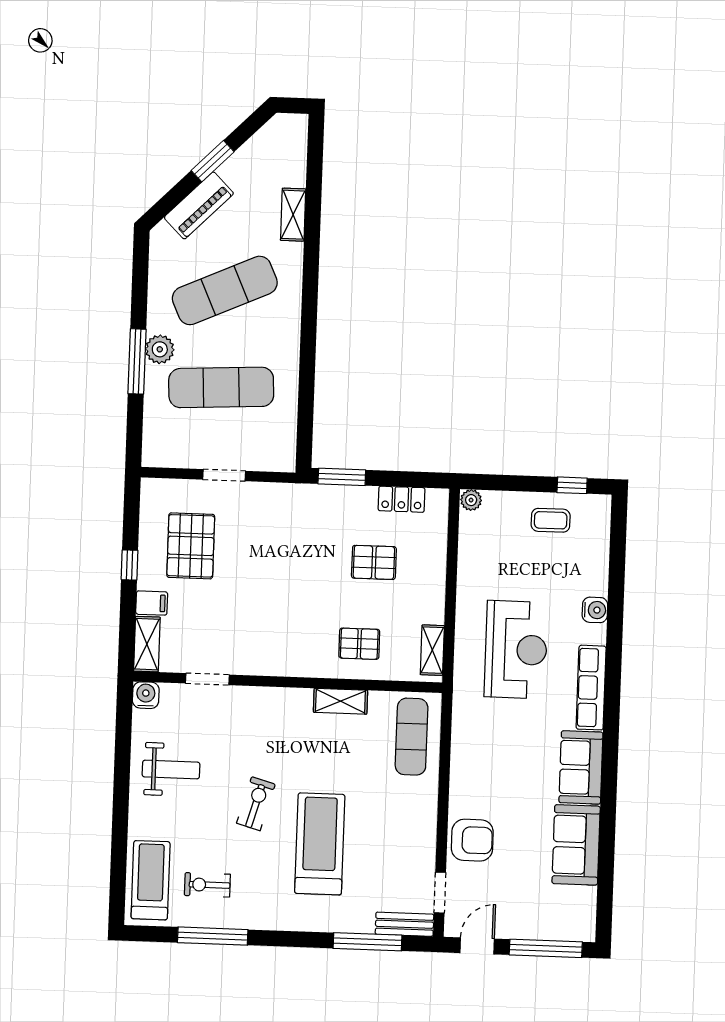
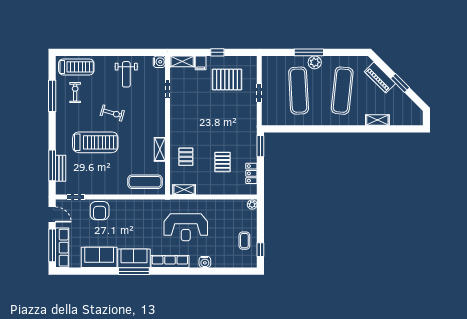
exercise mat: (225, 290) -> (342, 91), turned 30
window: (610, 769) -> (134, 271), added
bench: (405, 924) -> (61, 168), moved
row of seats: (552, 926) -> (62, 248), added

